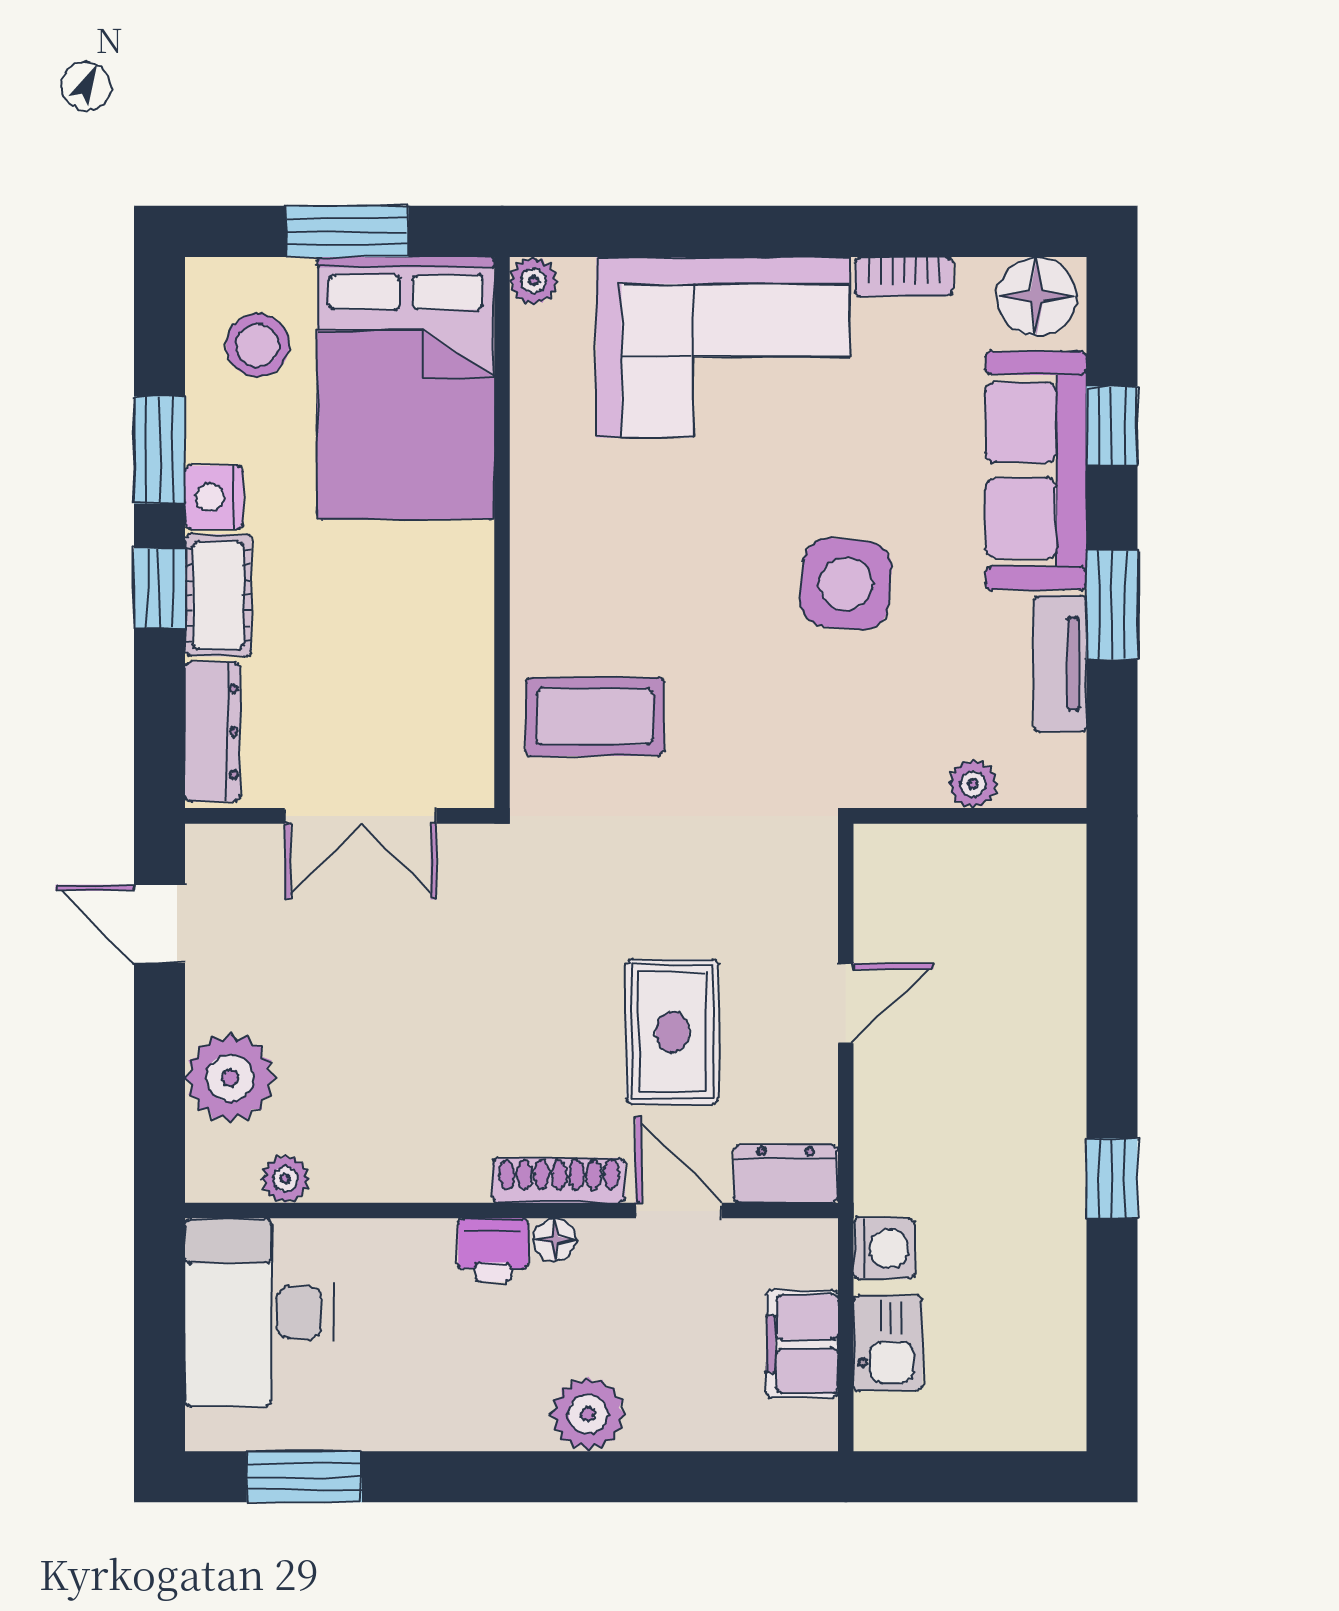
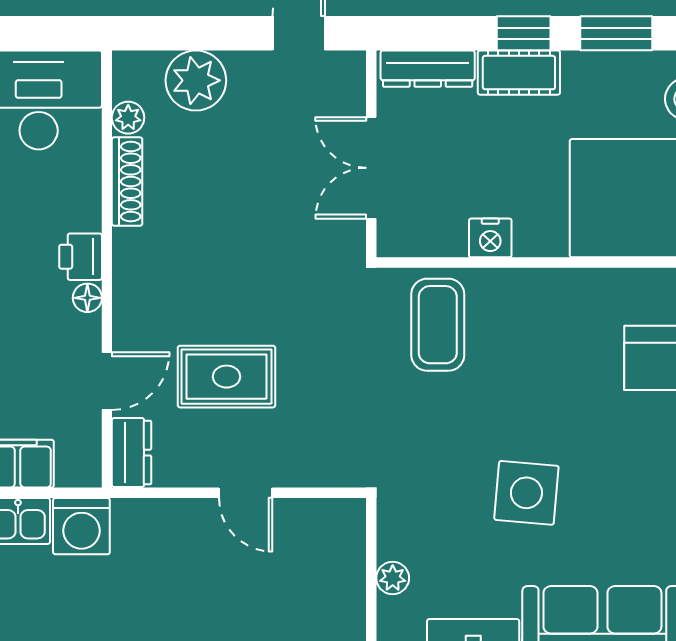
nightstand: (214, 497) -> (490, 238), moved, turned 180
shoe rack: (559, 1180) -> (127, 182), moved
washing machine: (884, 1249) -> (81, 526), width x1.38, depth x1.38

